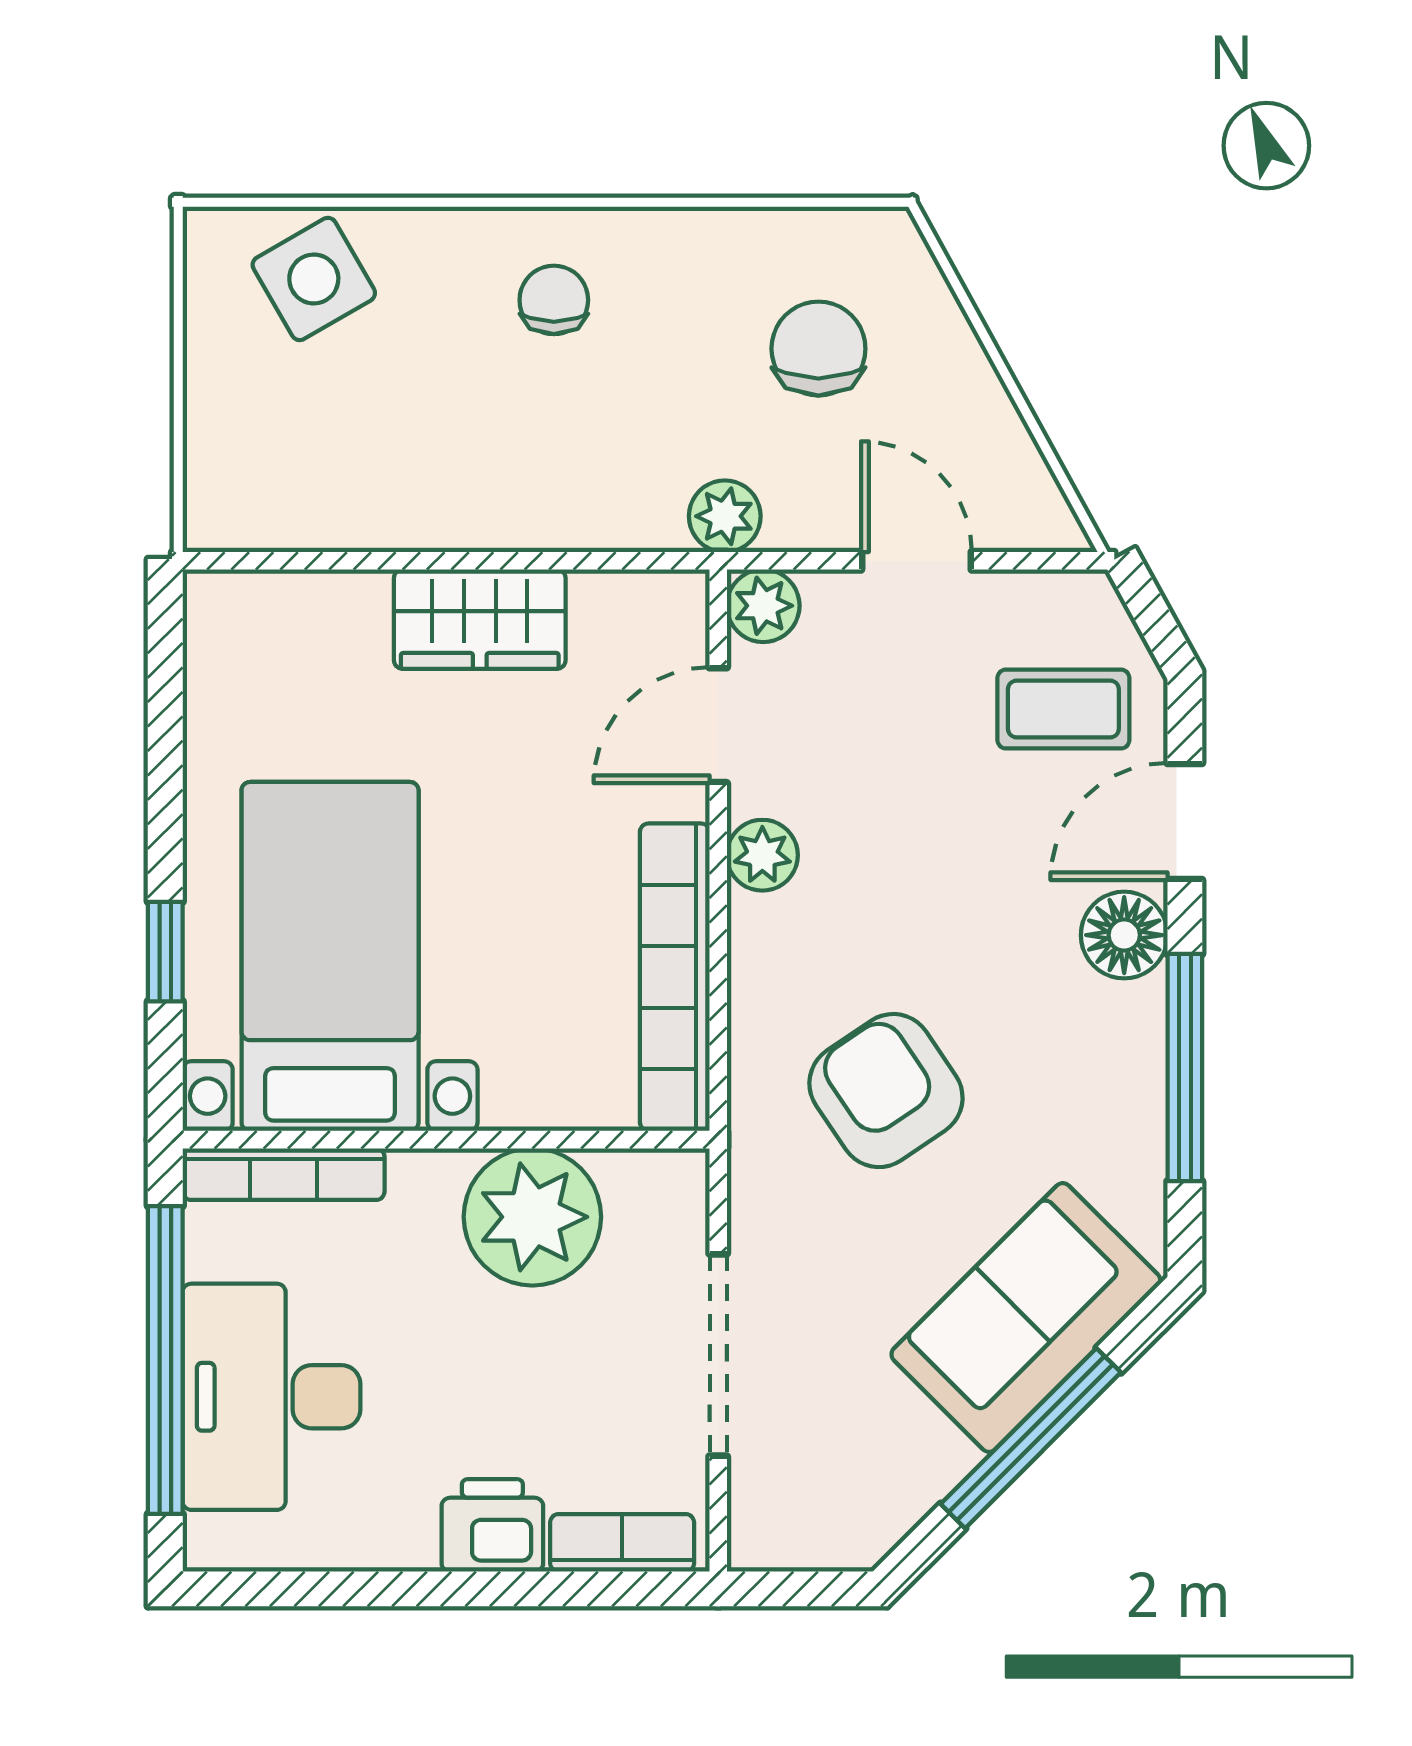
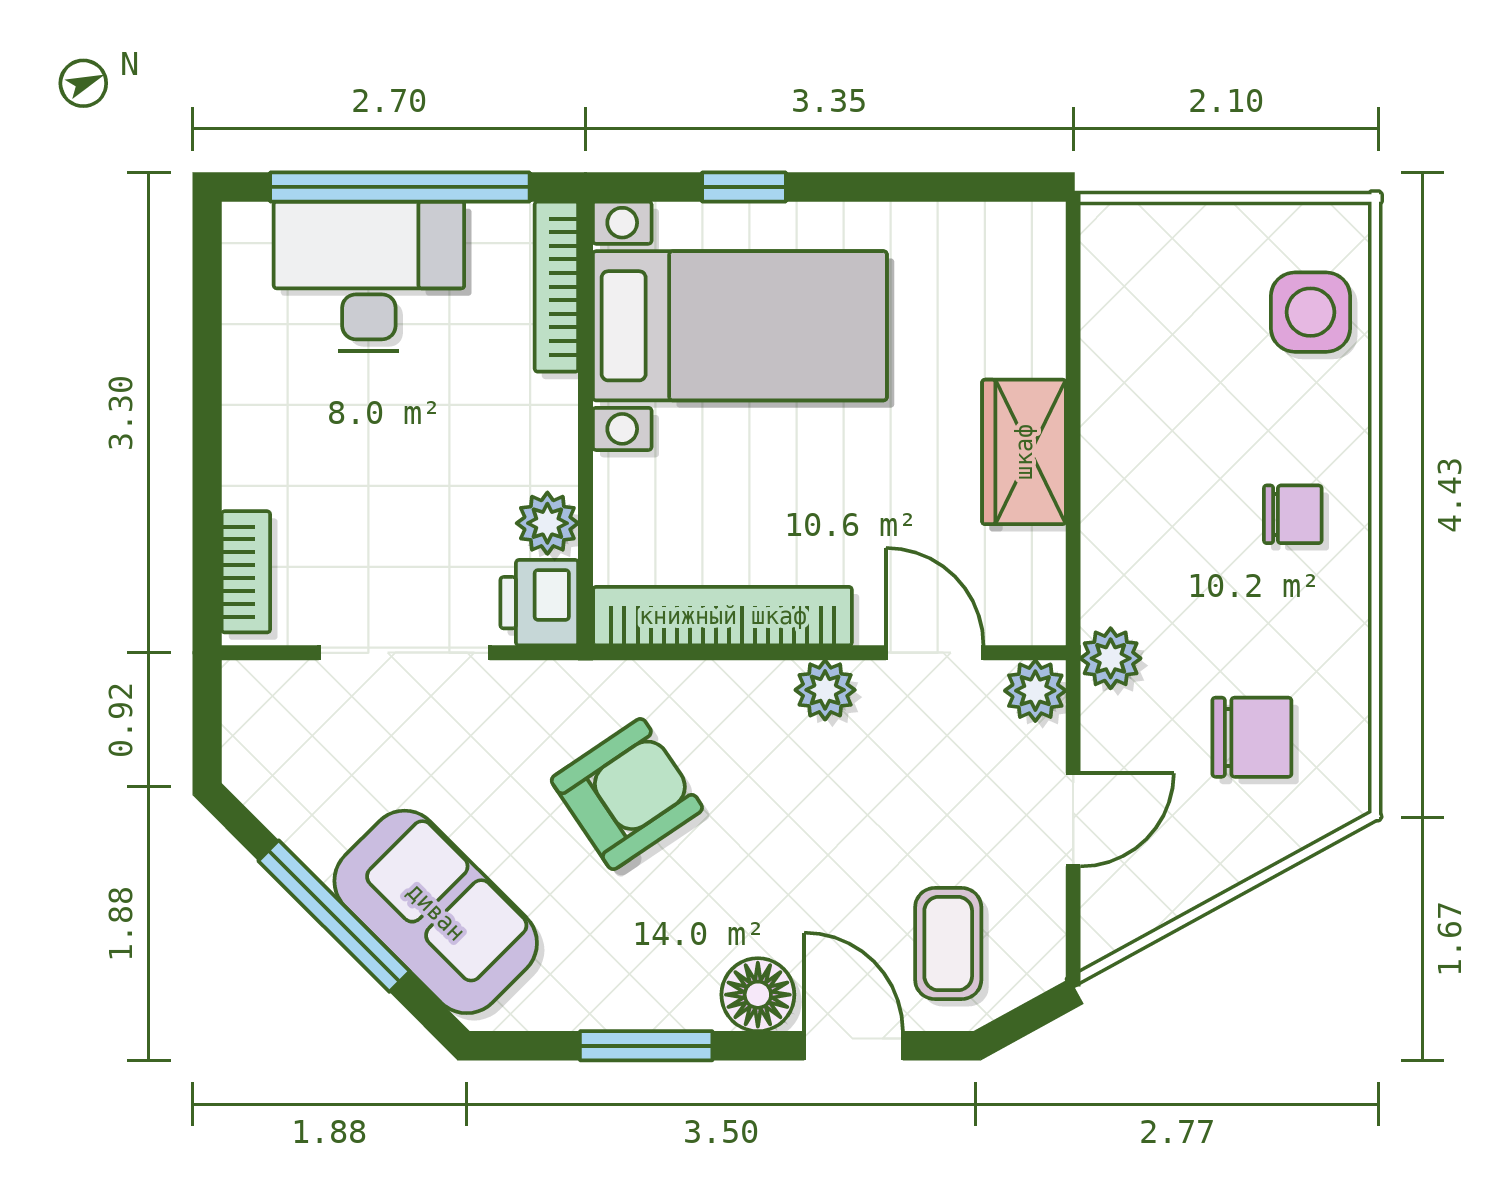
side table: (314, 279) -> (1311, 312), turned 30
window: (1185, 1068) -> (646, 1046), width x0.69
plant: (532, 1217) -> (547, 523), width x0.53, depth x0.53
printer: (492, 1525) -> (539, 603), moved, turned 180

